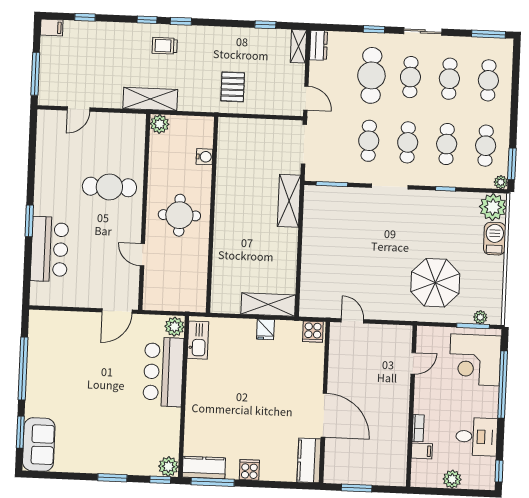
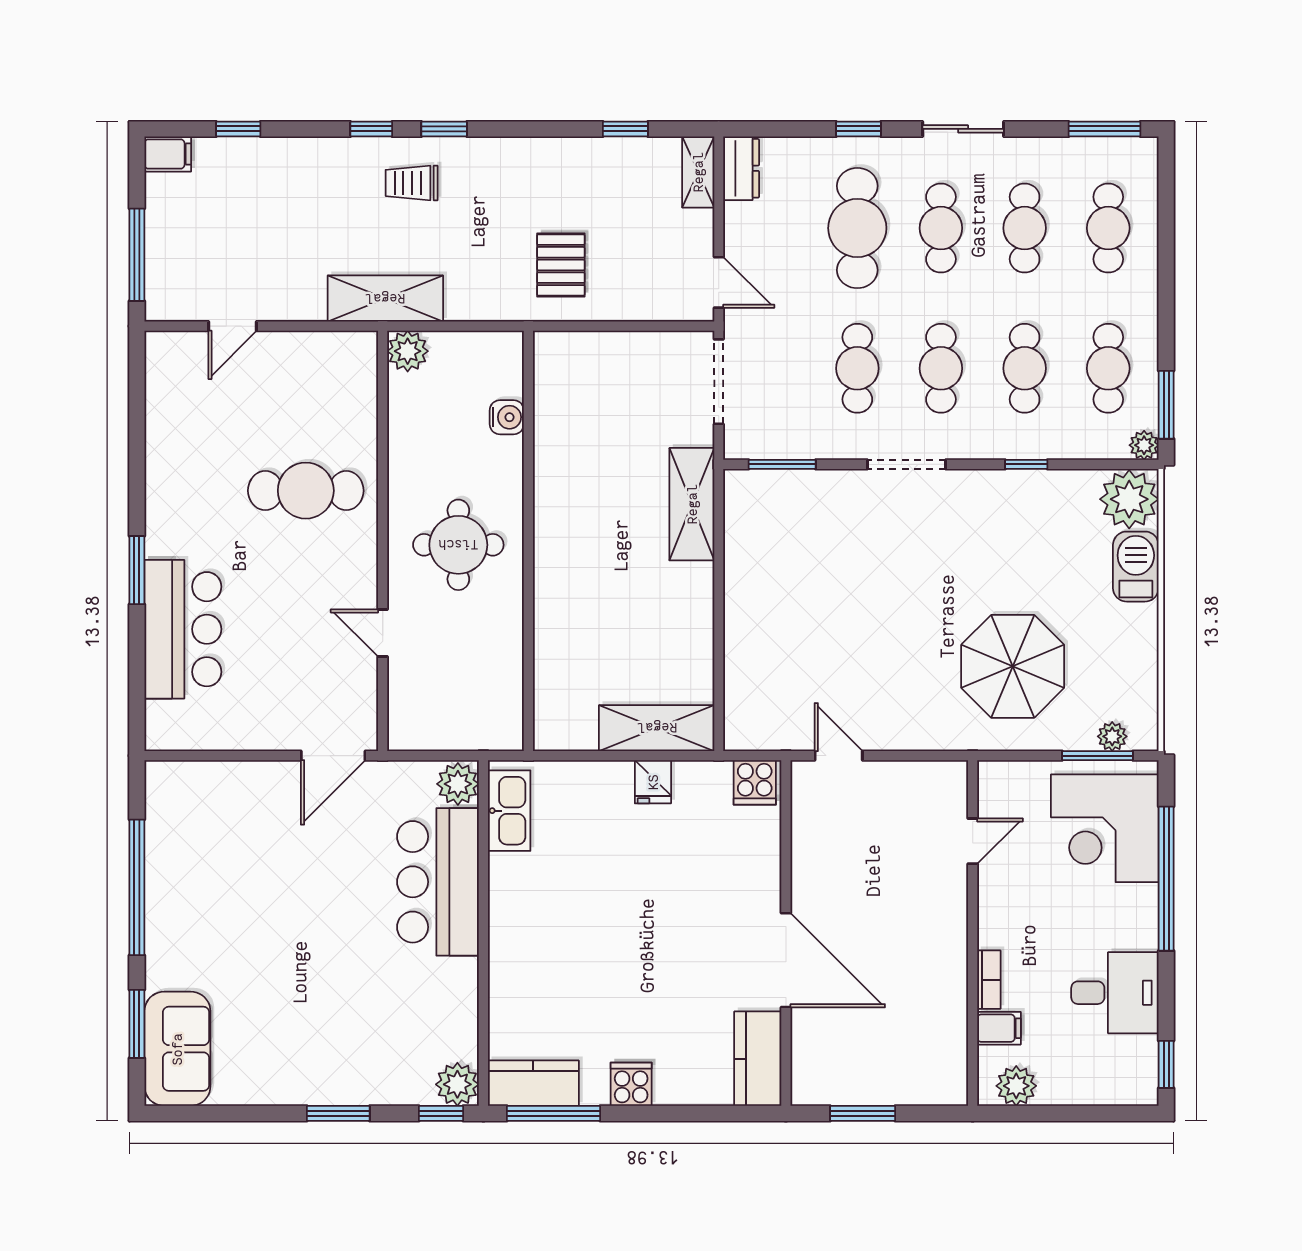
plant: (452, 479) -> (1016, 1086), moved

